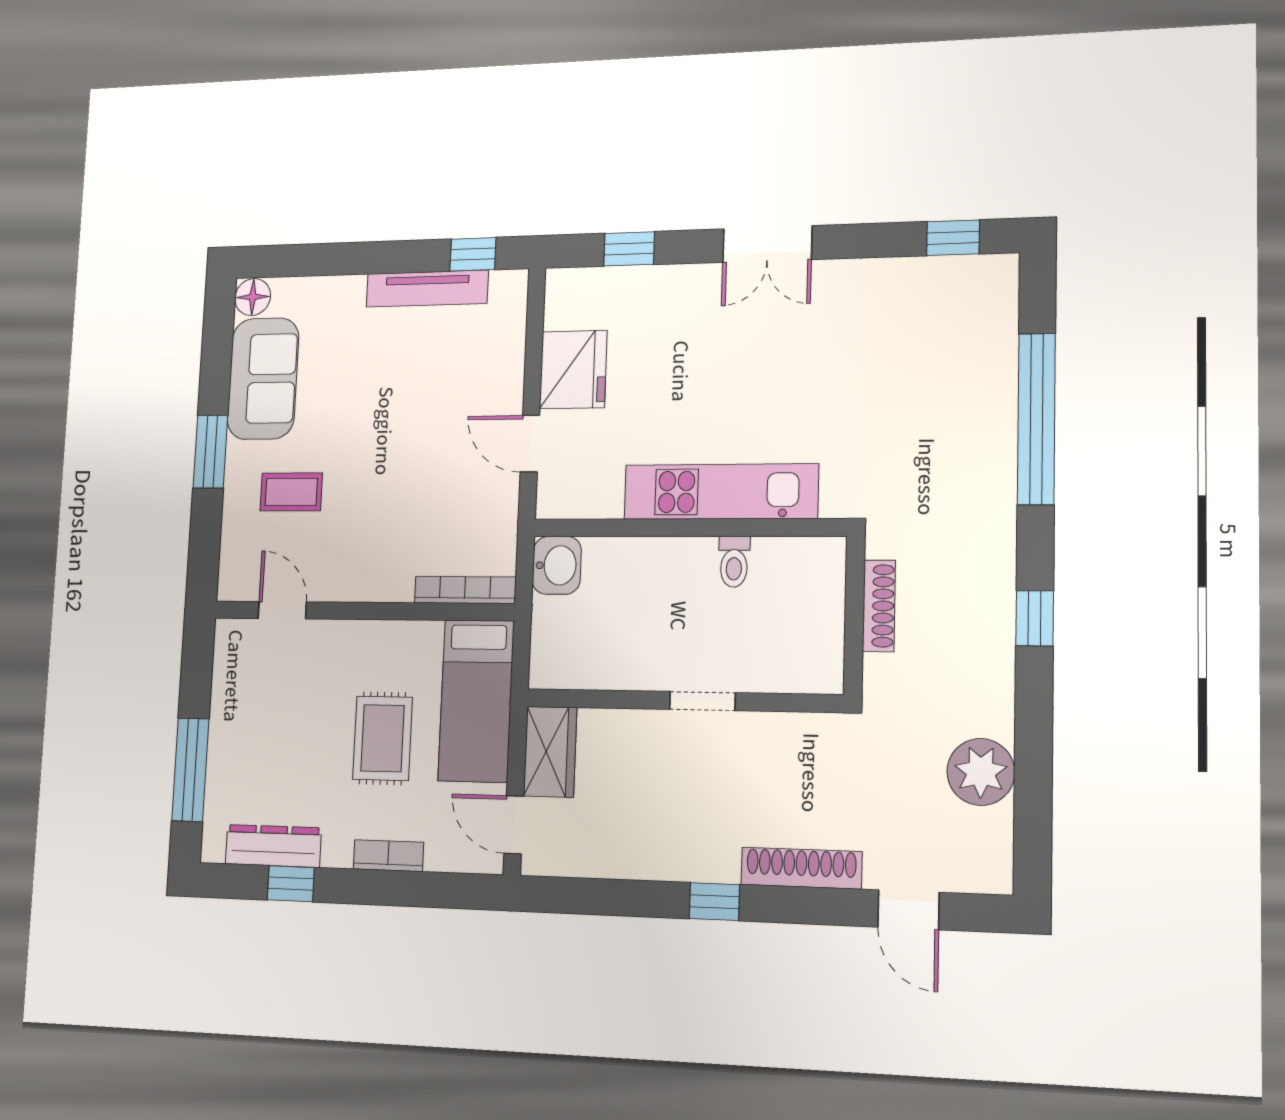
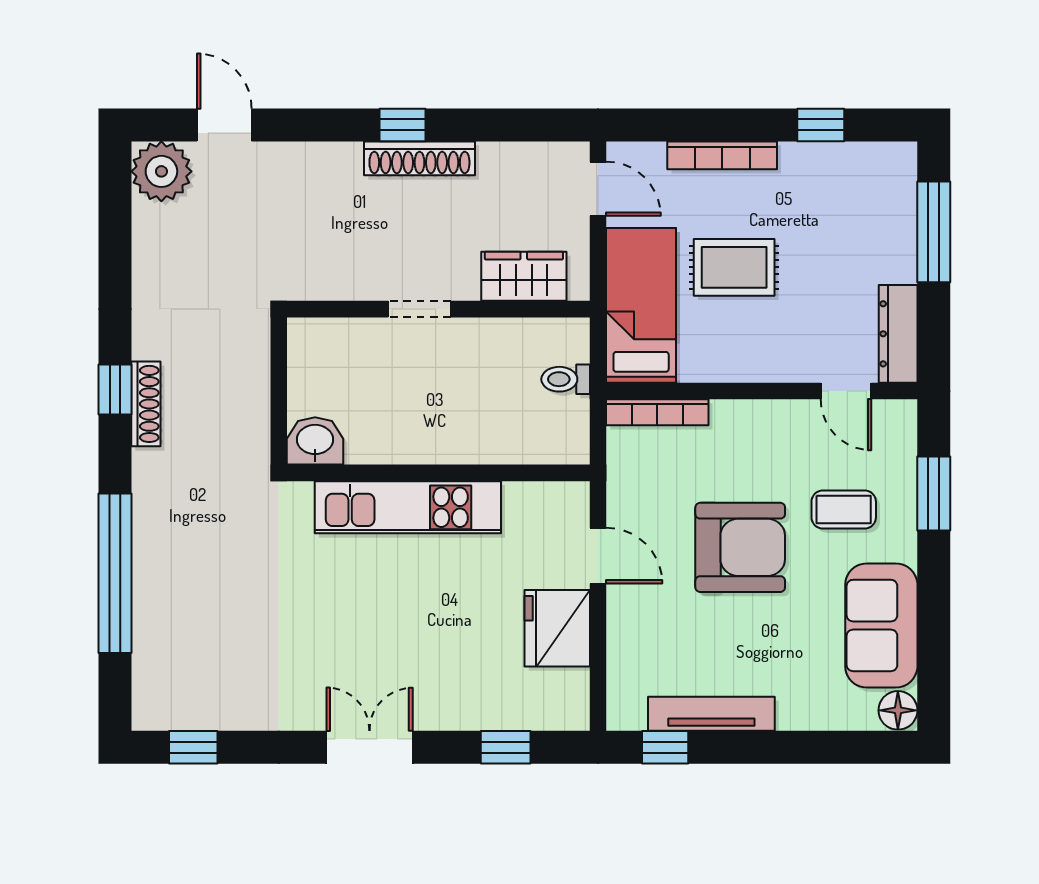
window: (210, 452) -> (934, 493), moved
armchair: (391, 453) -> (740, 547), added
toilet: (734, 562) -> (566, 379), moved, turned -90
washbasin: (557, 565) -> (315, 441), moved, turned 90
shoe rack: (879, 606) -> (146, 404), moved, turned 180
rug: (383, 738) -> (734, 267), turned 90
wardrobe: (550, 752) -> (524, 276), moved, turned 90
plant: (981, 772) -> (161, 171), moved
dresser: (273, 846) -> (898, 334), moved, turned 90
bookcase: (388, 856) -> (722, 155), width x1.56
shoe rack: (801, 868) -> (419, 158), moved

